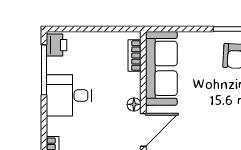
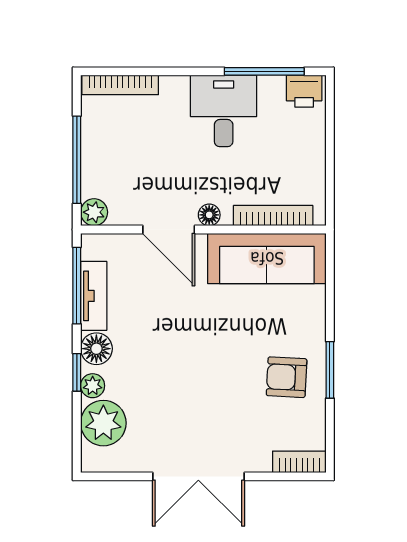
bookcase: (134, 56) -> (273, 216), width x1.56

